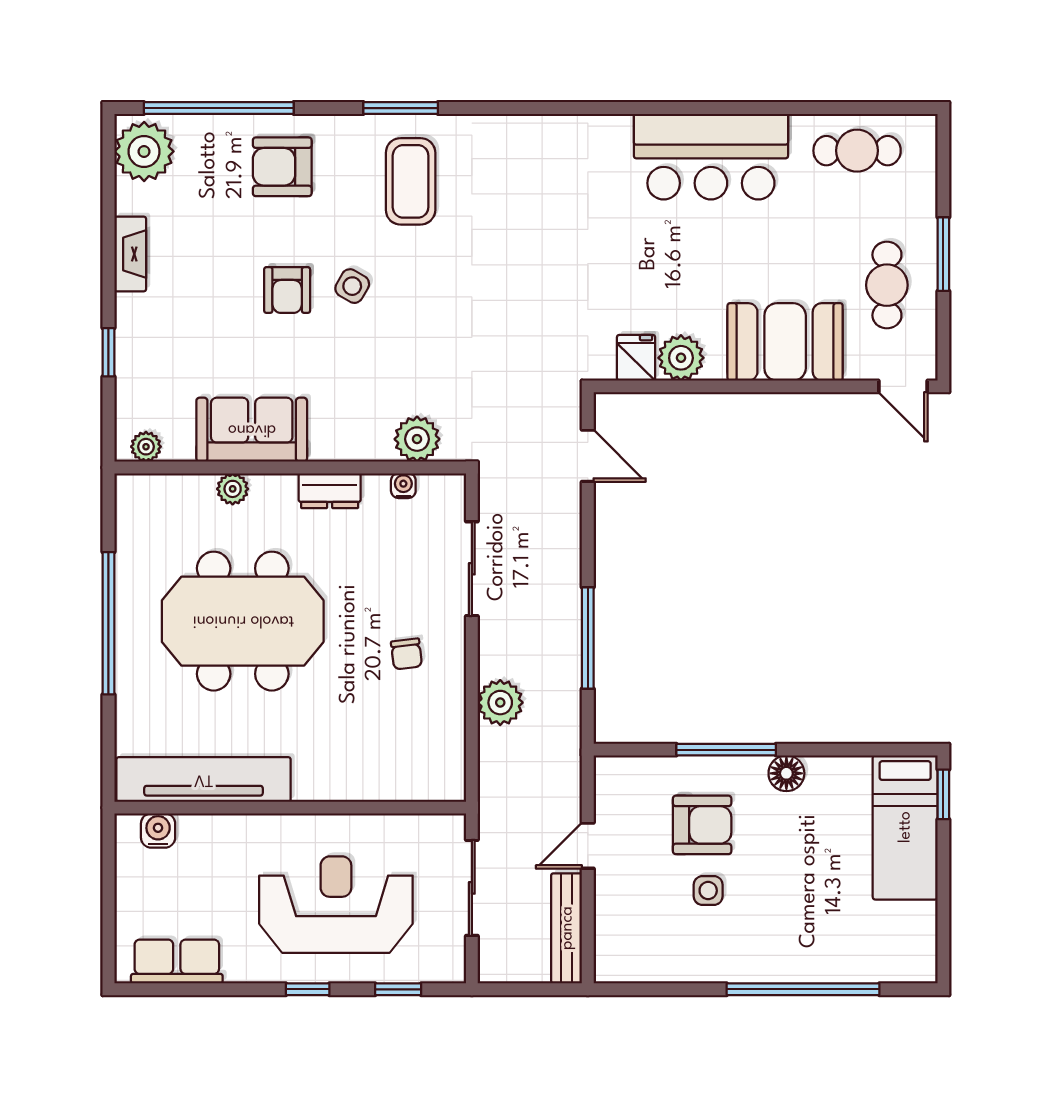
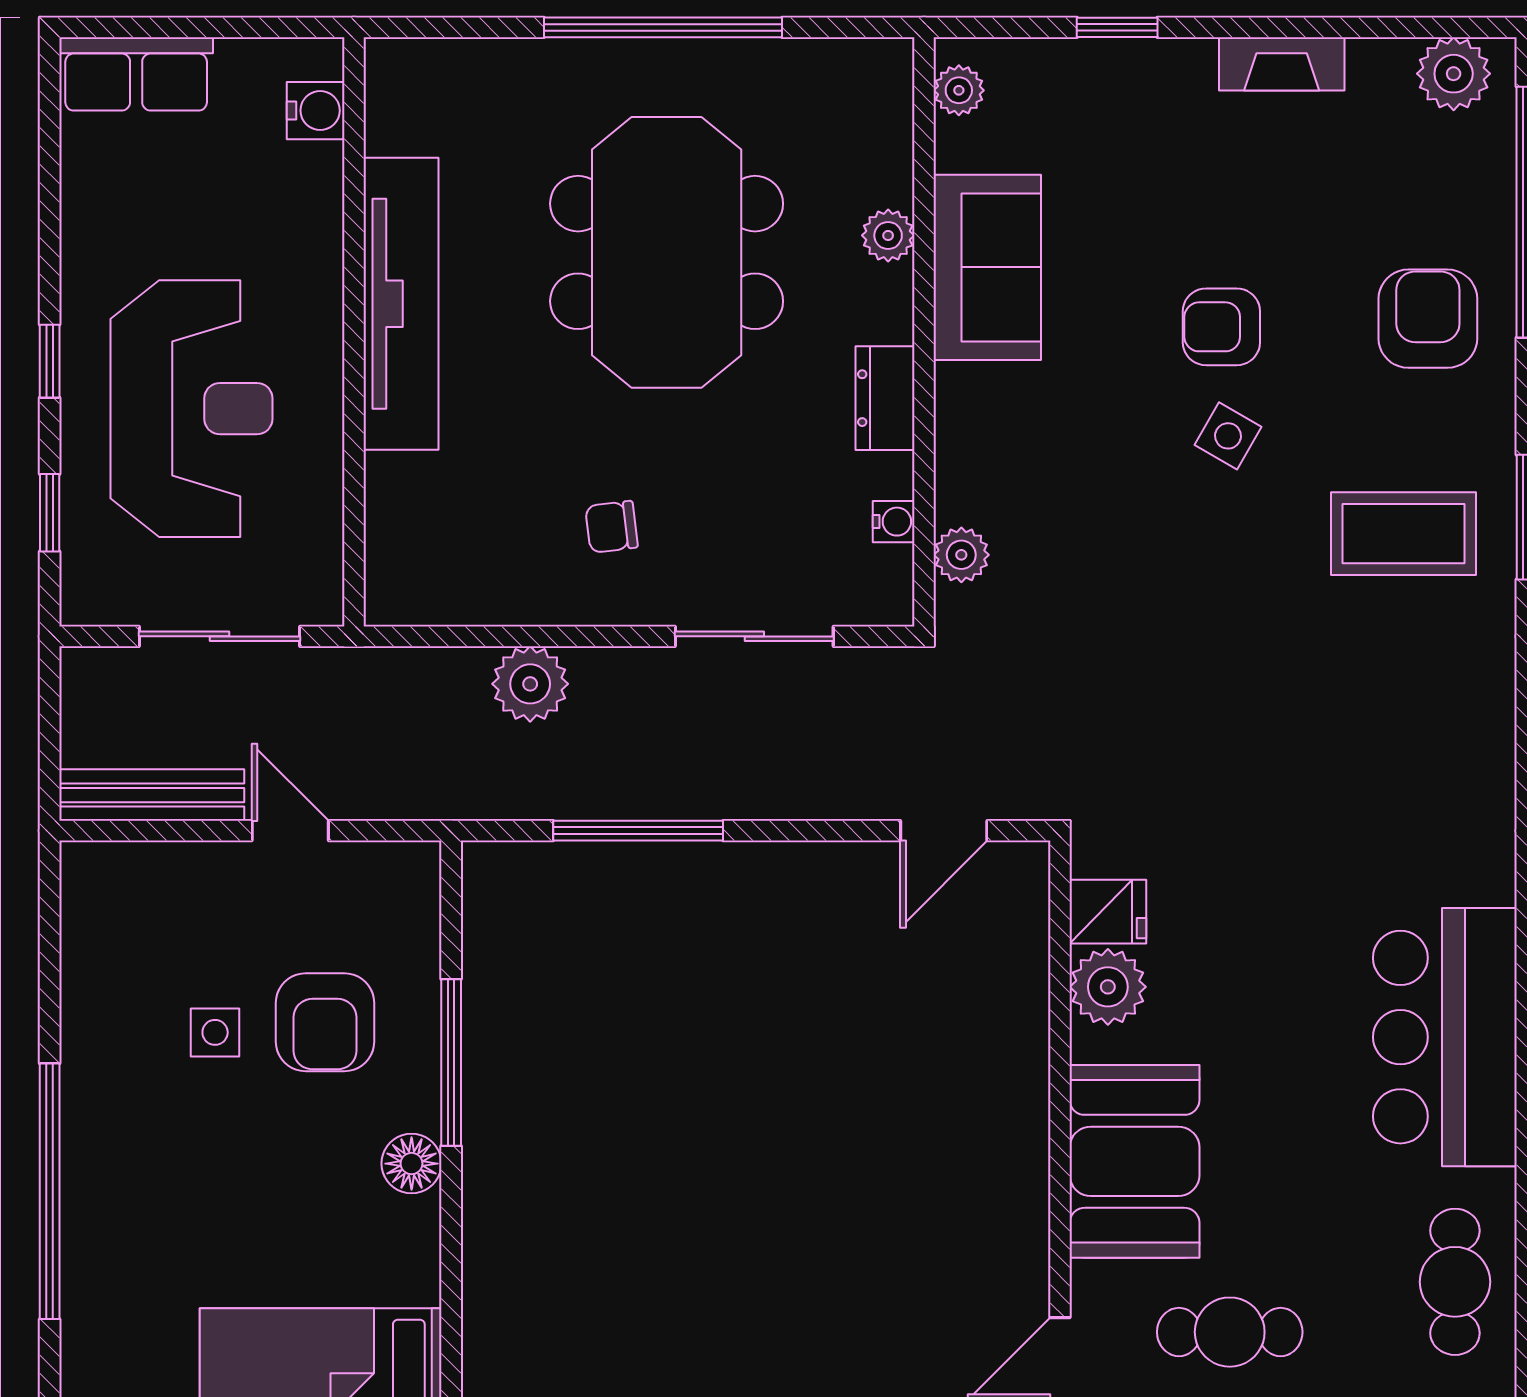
plant: (144, 151) -> (1454, 74), width x0.73, depth x0.73
plant: (417, 439) -> (961, 555), width x0.73, depth x0.73
tv unit: (203, 780) -> (401, 304), moved
row of seats: (177, 962) -> (136, 74), moved, turned 90

